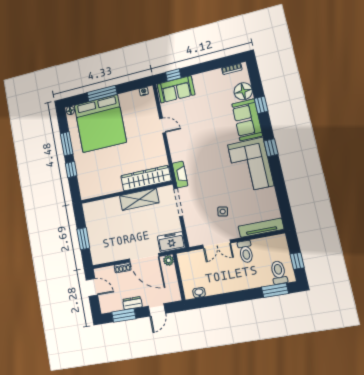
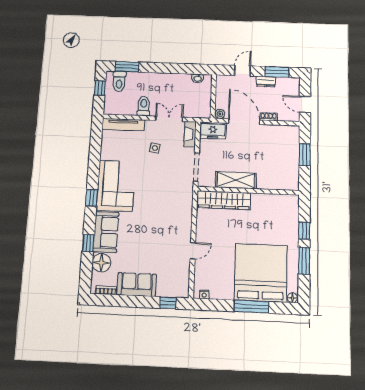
sofa: (176, 89) -> (137, 284), moved
door: (163, 126) -> (193, 251), swing flipped
fireplace: (180, 175) -> (190, 134), moved

